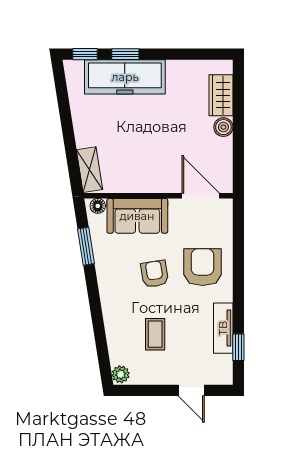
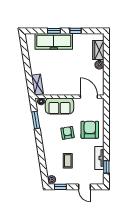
window: (85, 54) -> (76, 31), moved
window: (139, 390) -> (60, 187), added

